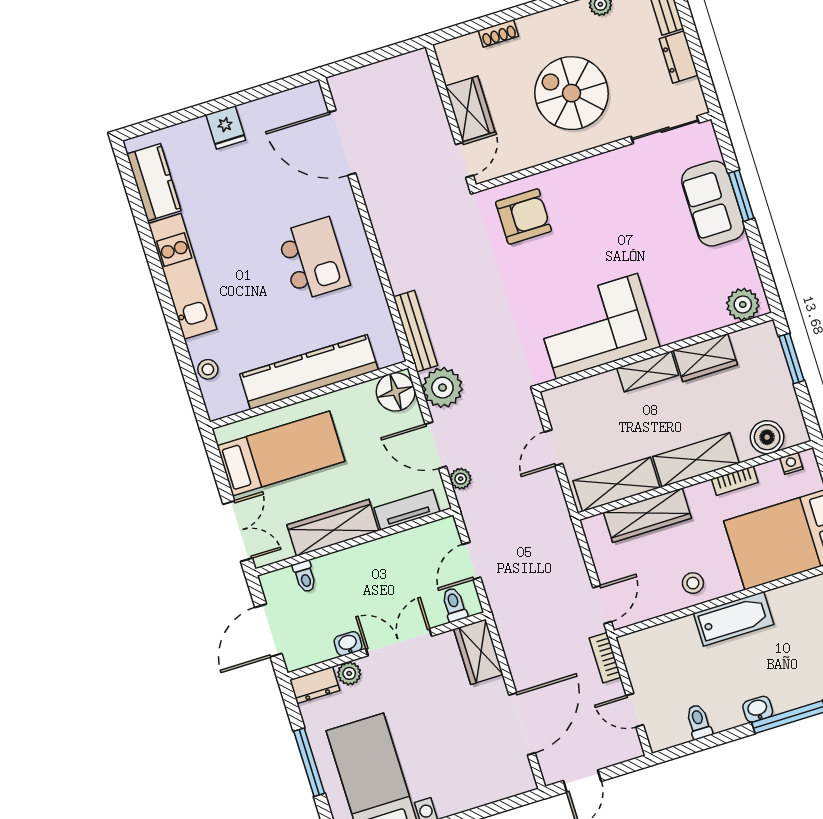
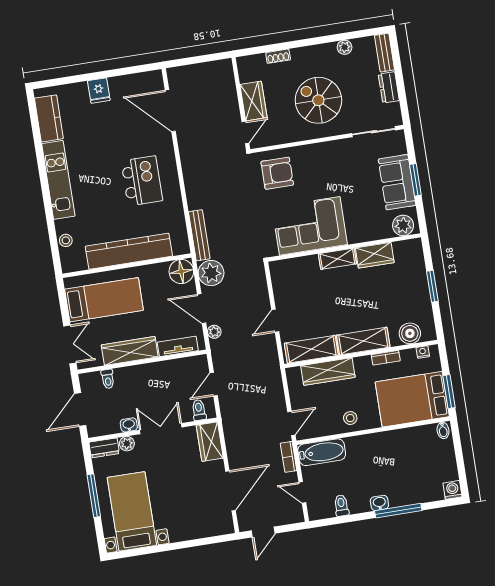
plant: (743, 304) -> (403, 225), moved
corner sofa: (597, 326) -> (310, 226), moved
wall: (656, 352) -> (344, 247), moved
wardrobe: (705, 358) -> (375, 255), moved
shelving: (648, 372) -> (337, 259), moved
bathtub: (734, 619) -> (322, 452), moved

